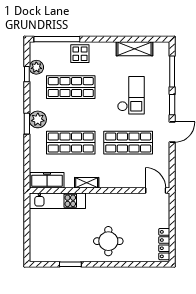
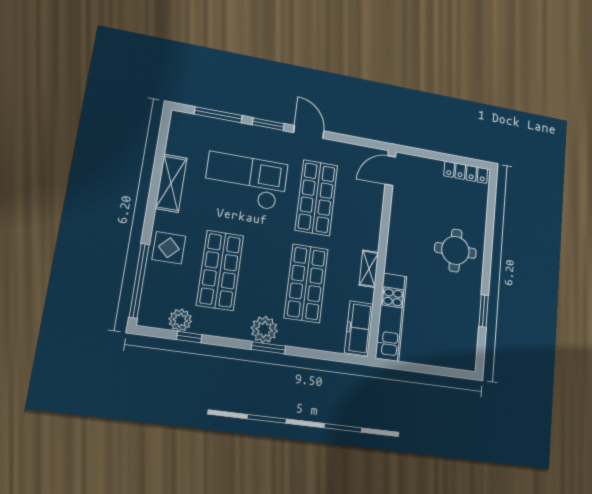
shelving: (134, 49) -> (171, 183), moved
checkout: (131, 95) -> (246, 181), width x1.36, depth x1.21

